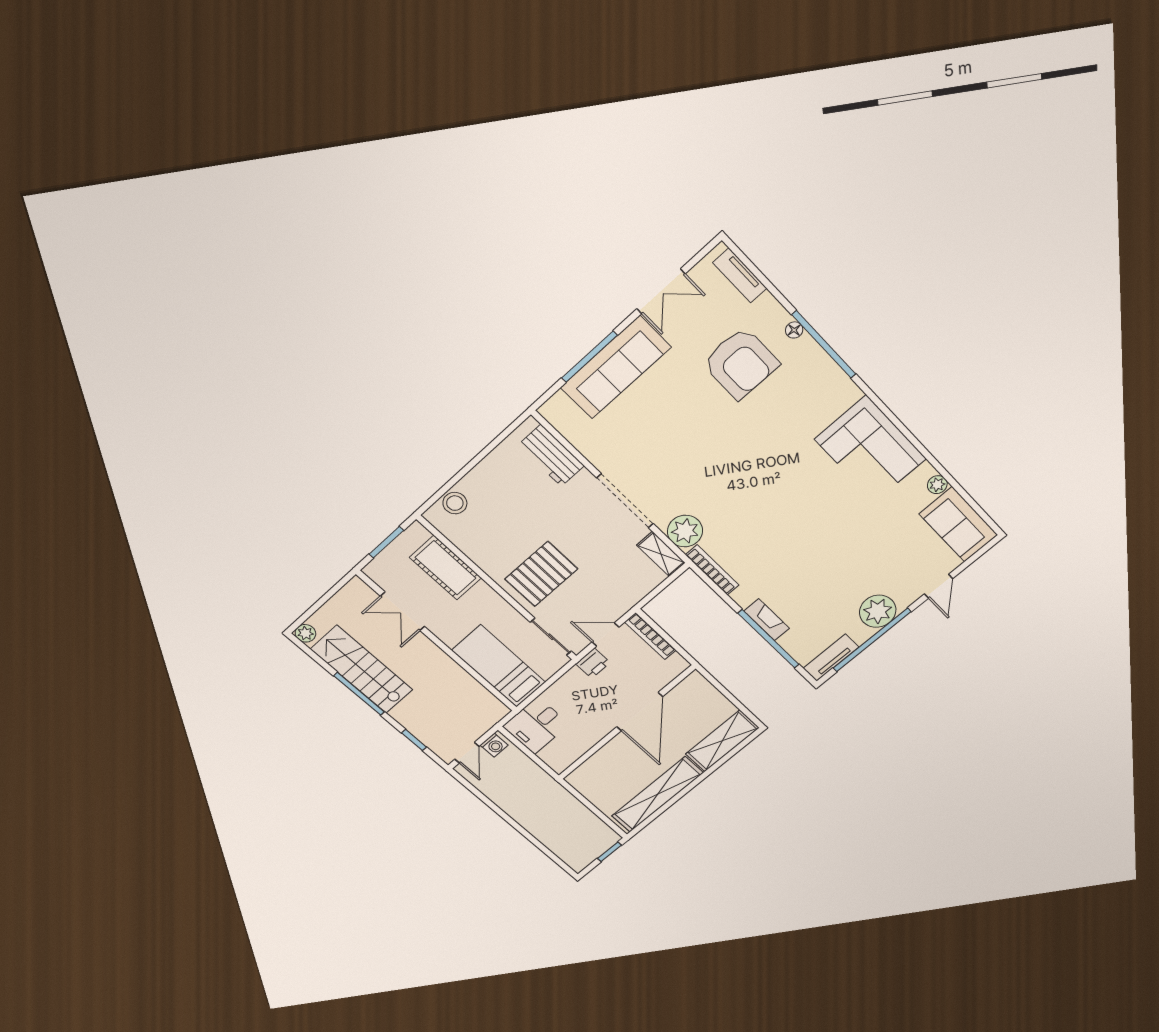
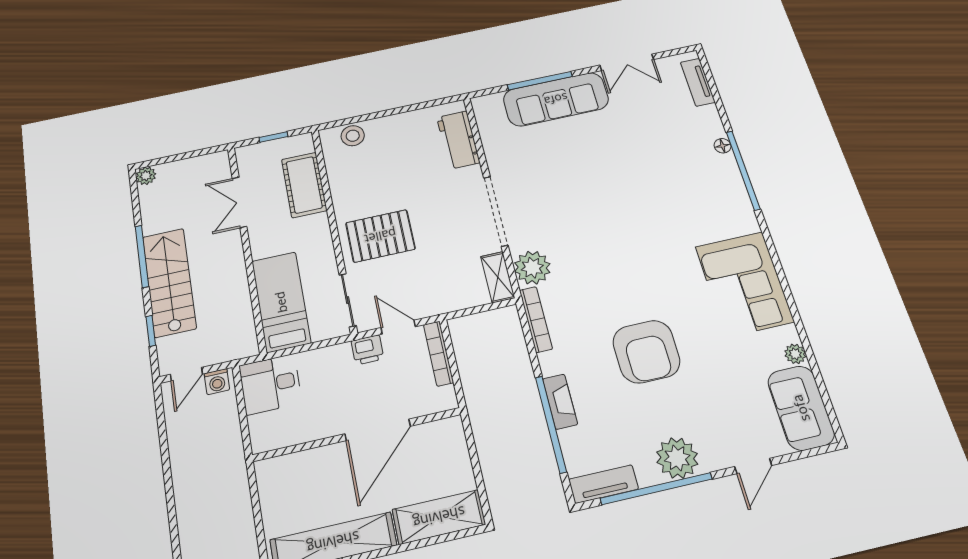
armchair: (741, 363) -> (646, 352), moved
window: (386, 542) -> (274, 137), width x0.67
stairs: (362, 670) -> (169, 282), moved

